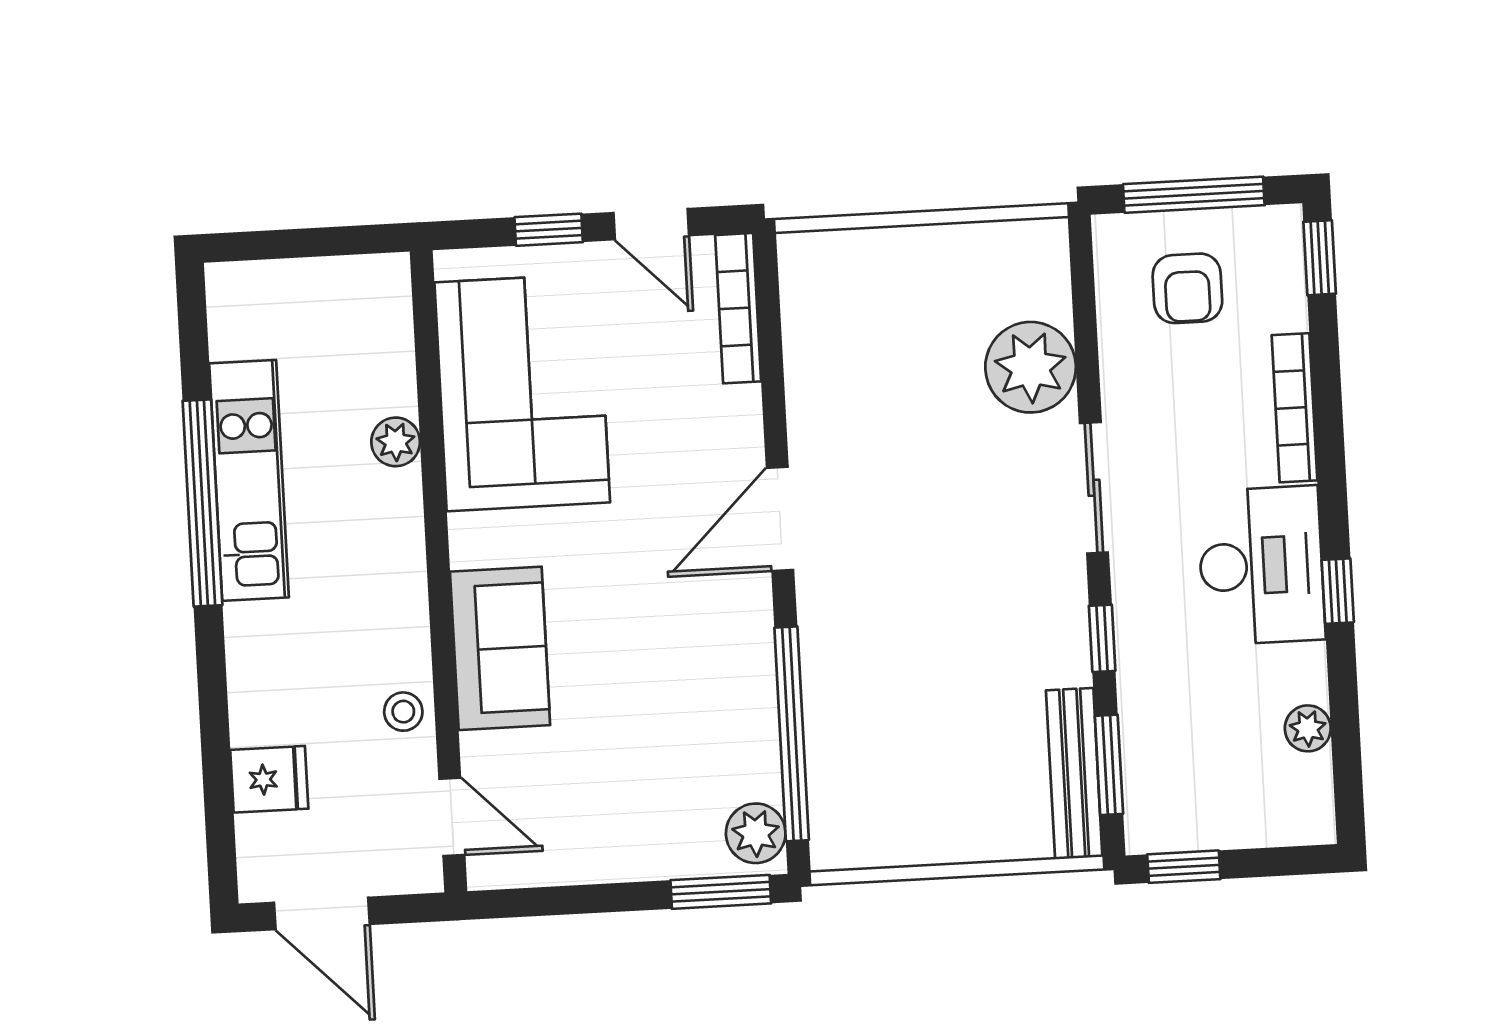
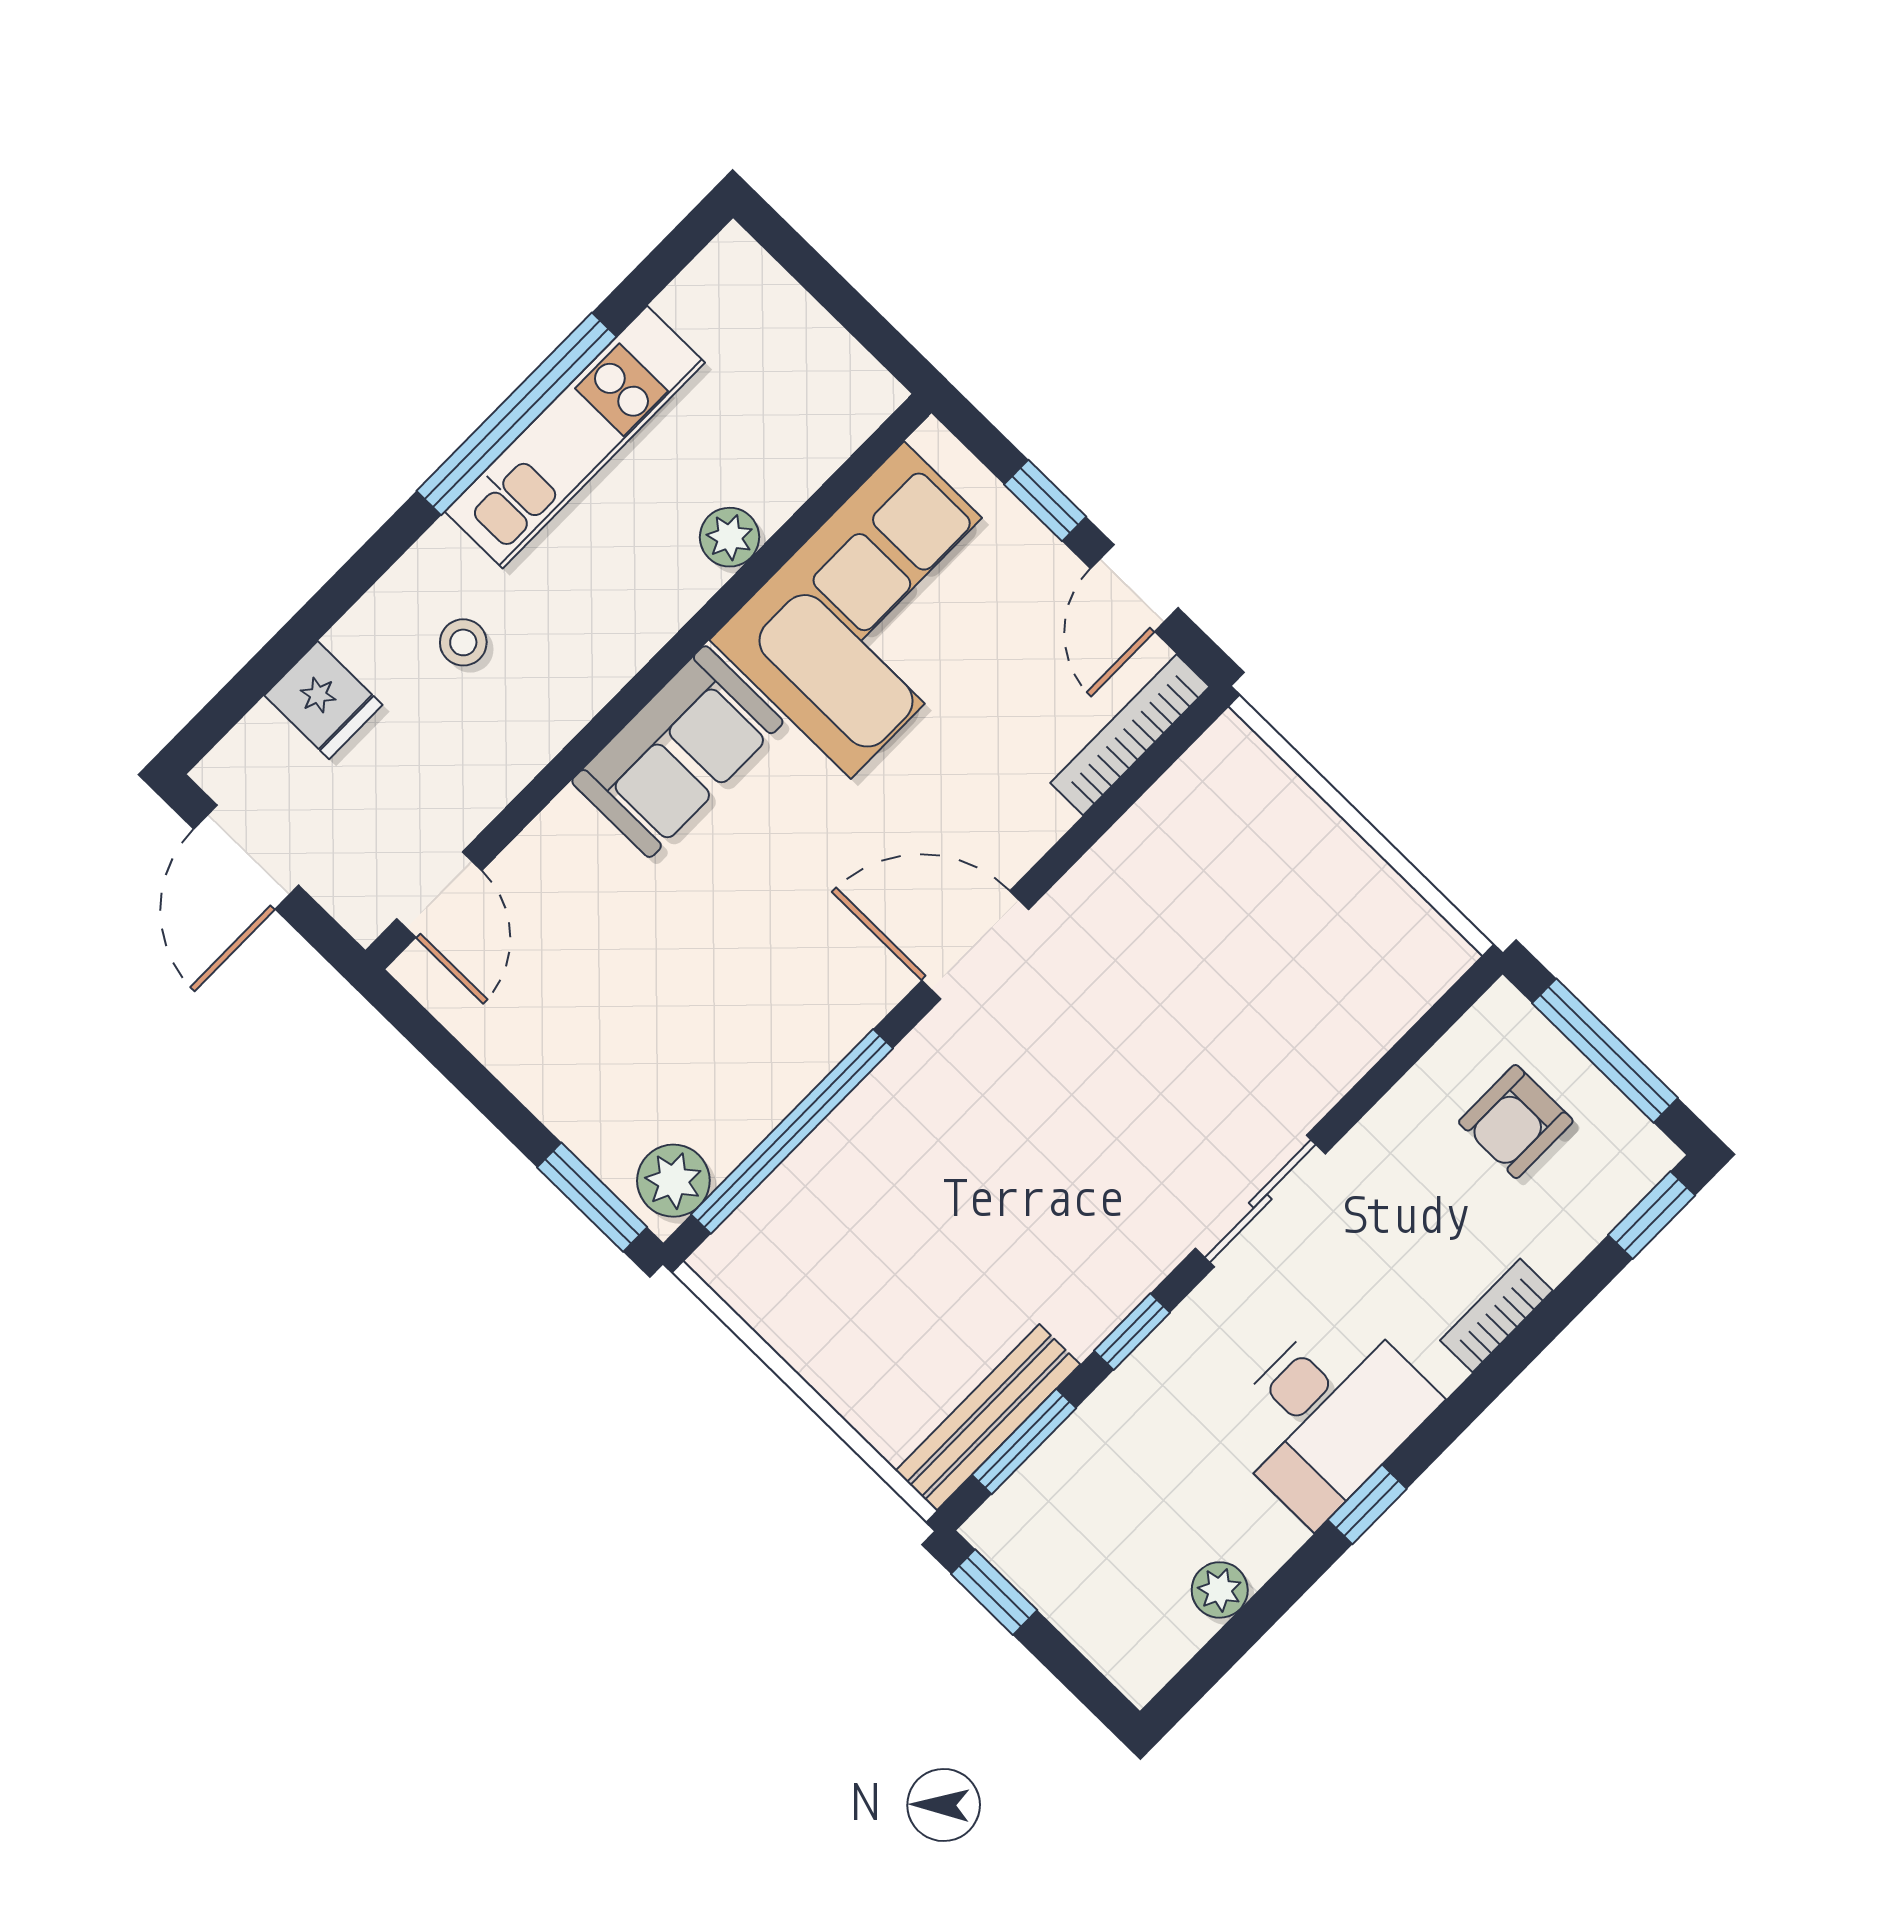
plant: (1031, 367) -> (1317, 1045), removed
bookcase: (1295, 408) -> (1496, 1315), width x0.64
sofa: (500, 648) -> (677, 752), moved
stool: (403, 712) -> (463, 642), moved

